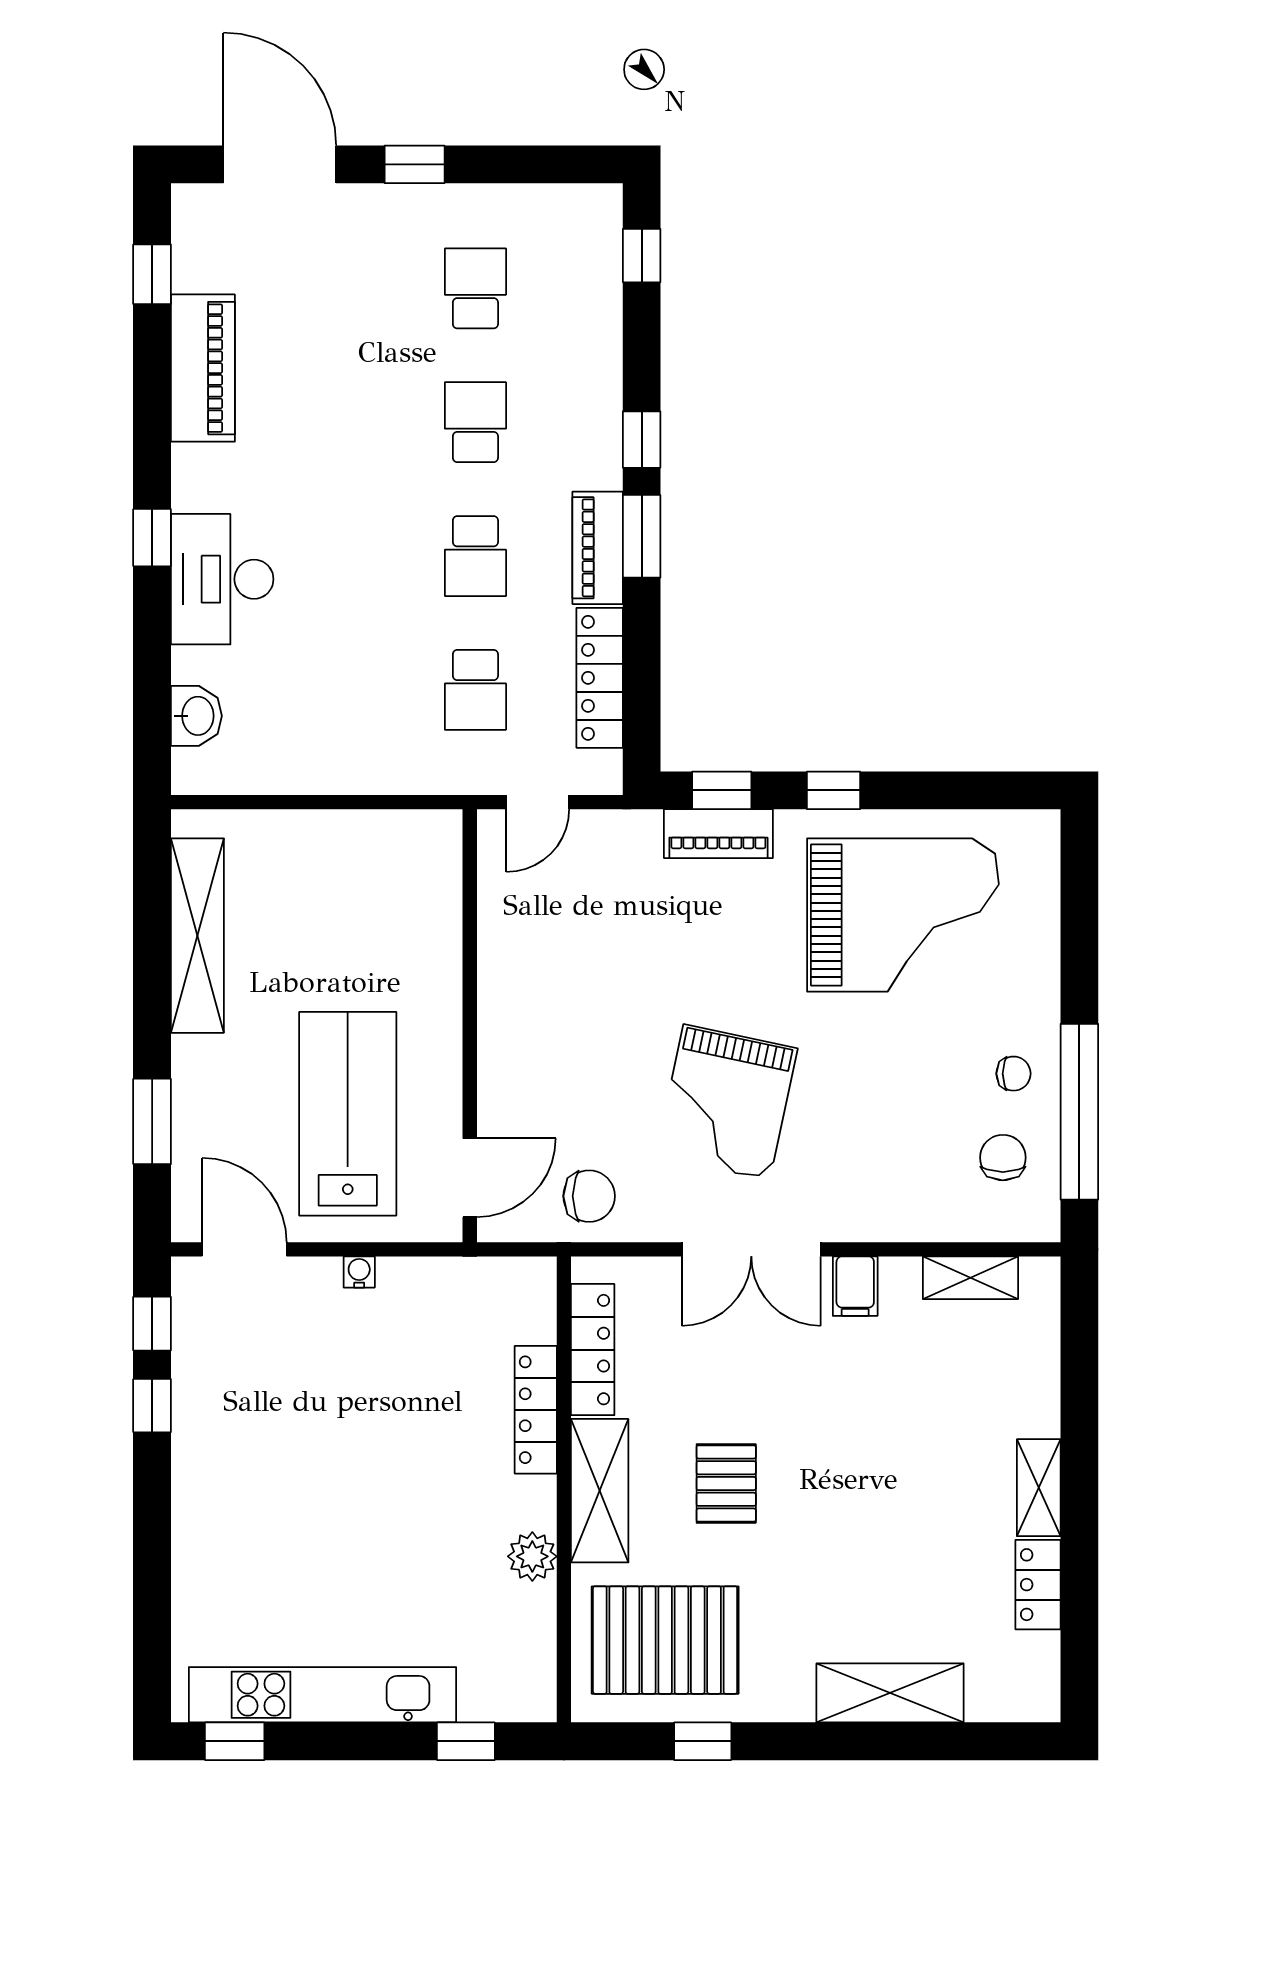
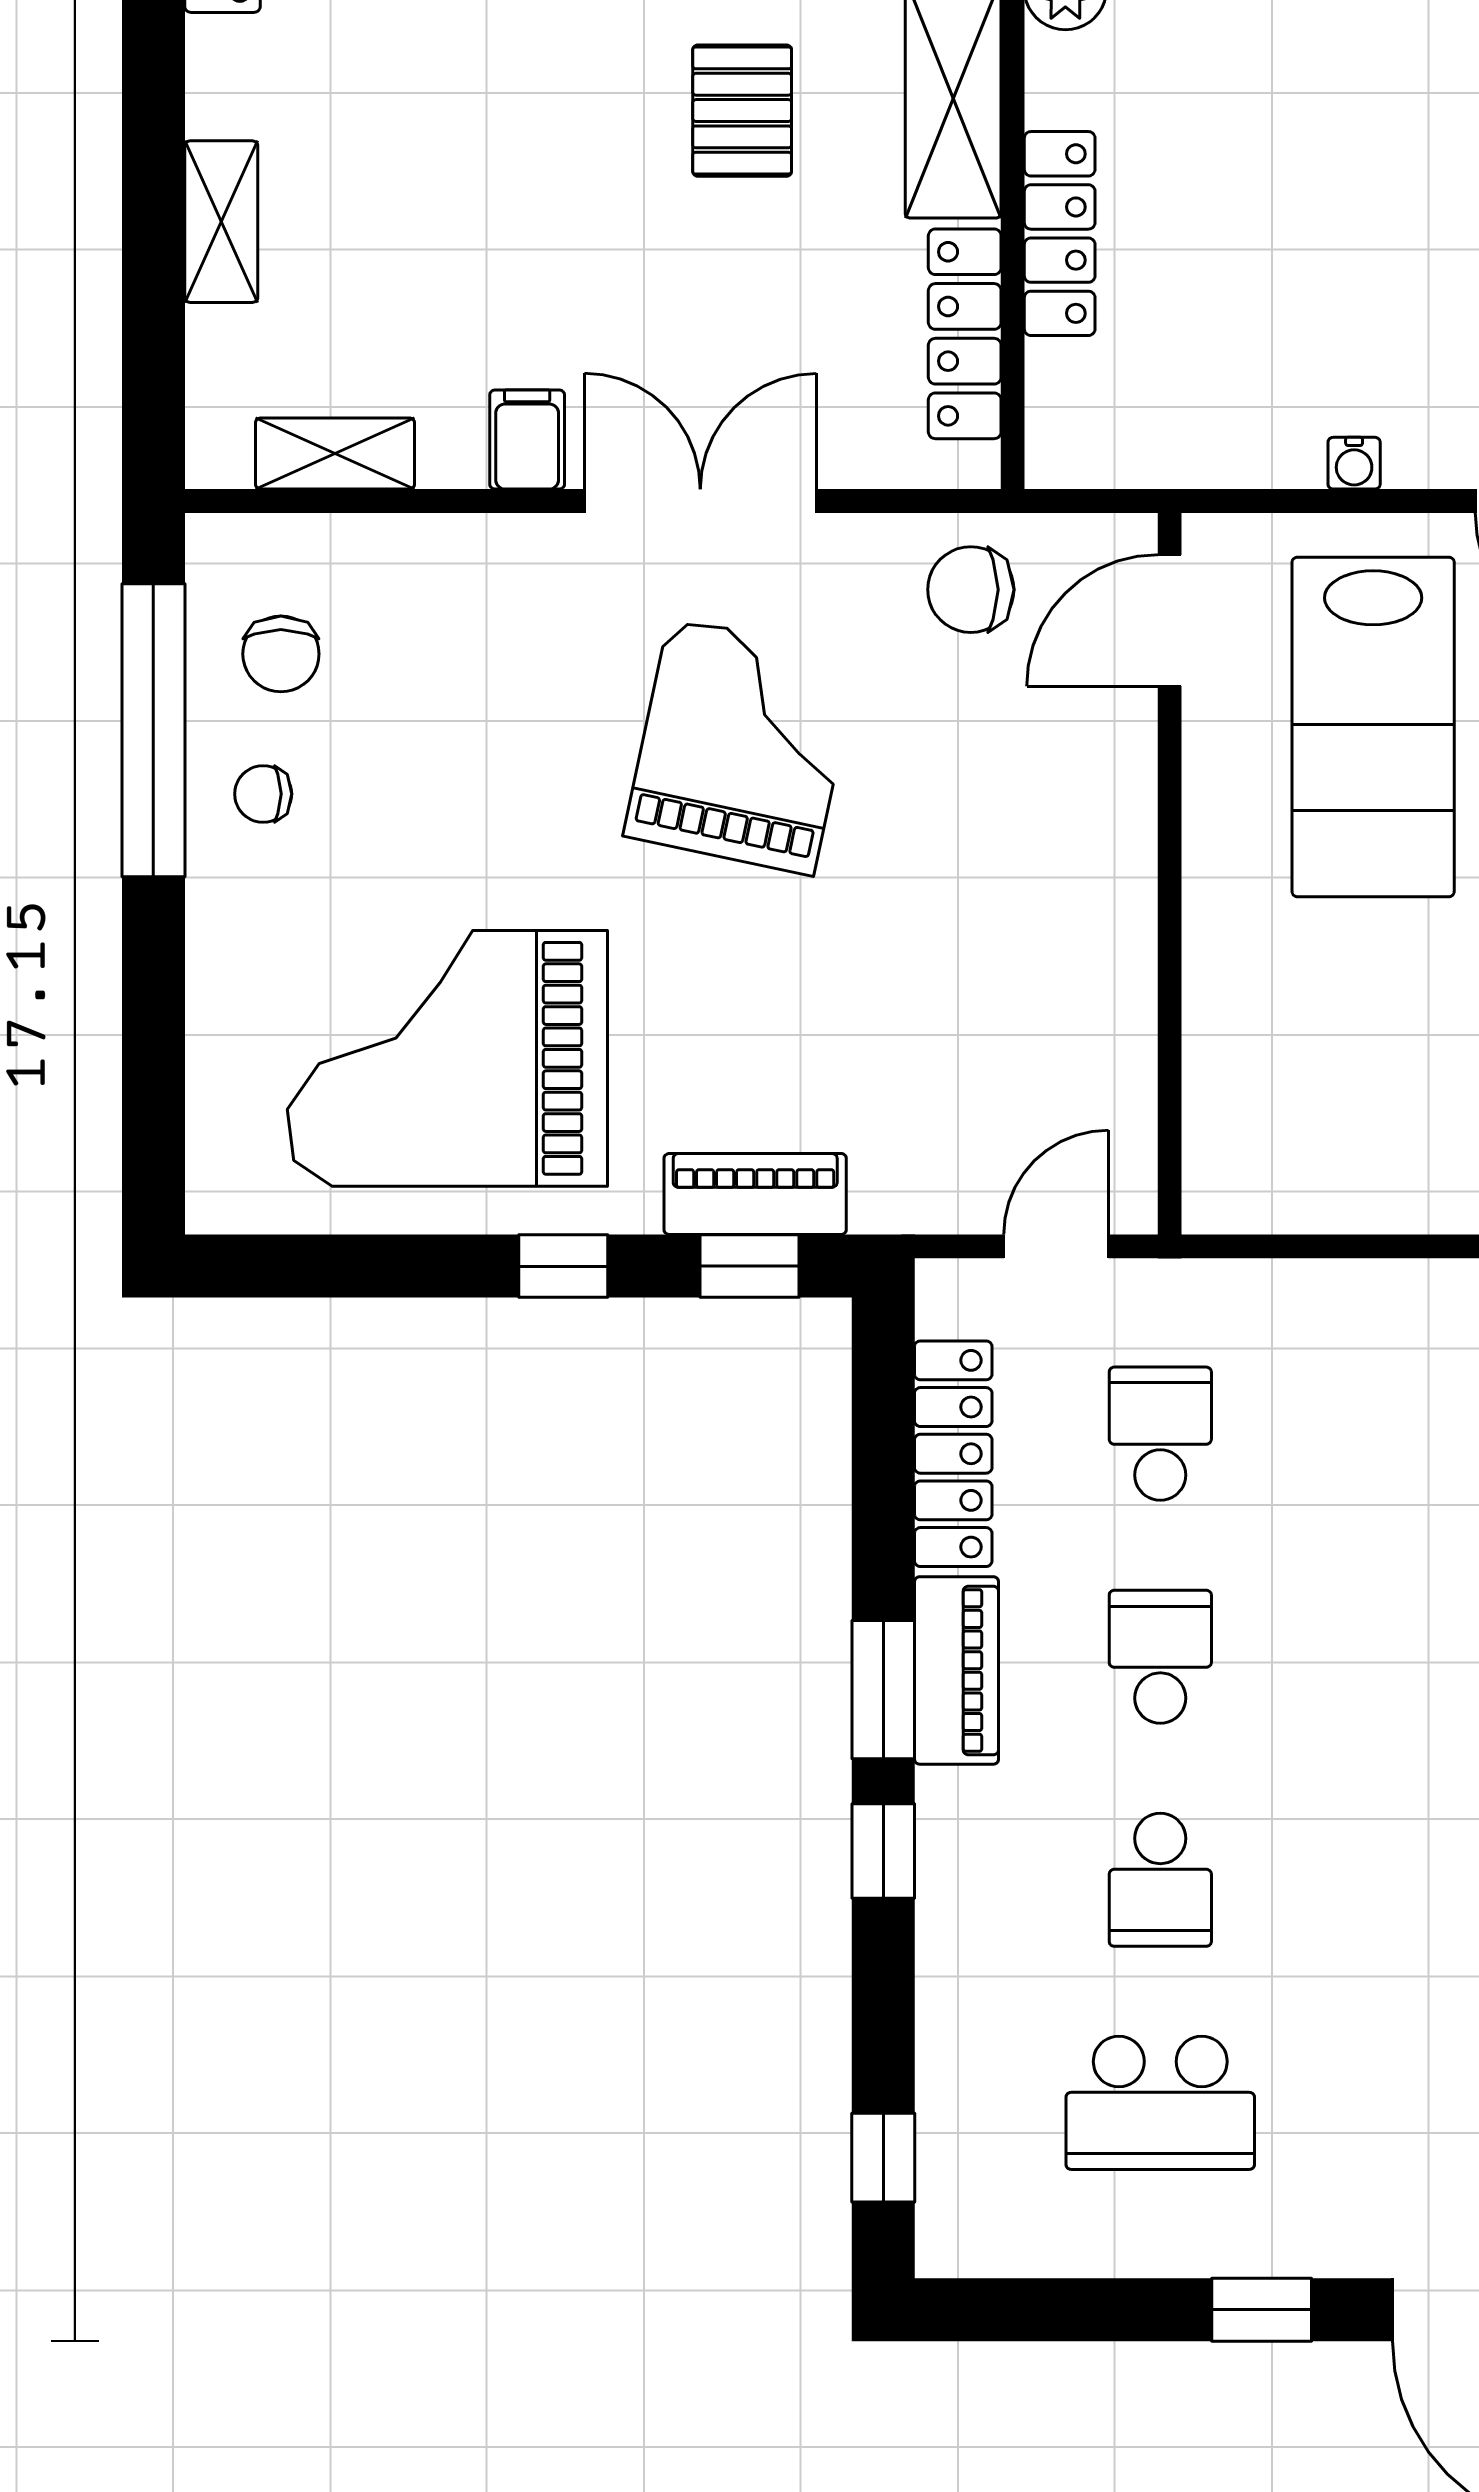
school desk: (475, 288) -> (1160, 2103), width x1.85
shelving: (1039, 1488) -> (221, 222), moved

